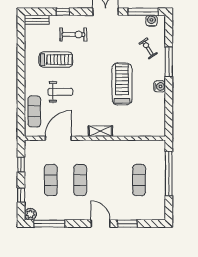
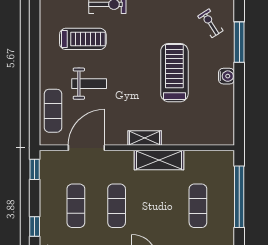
shelving: (111, 147) -> (159, 160), added
window: (21, 165) -> (35, 169), moved

